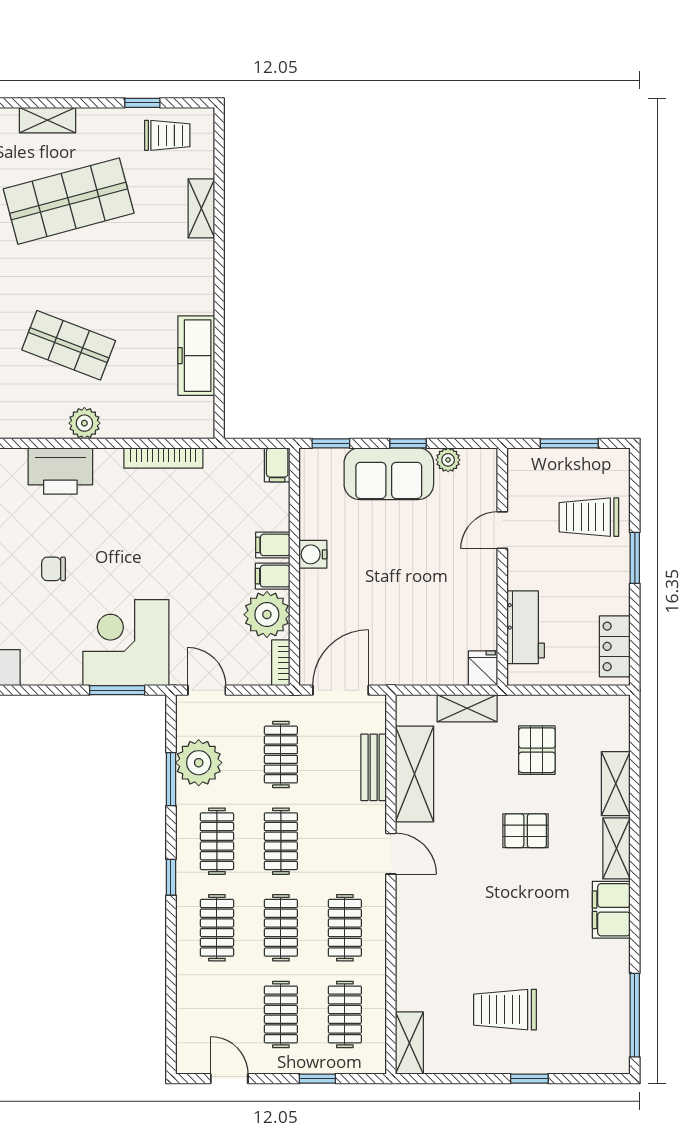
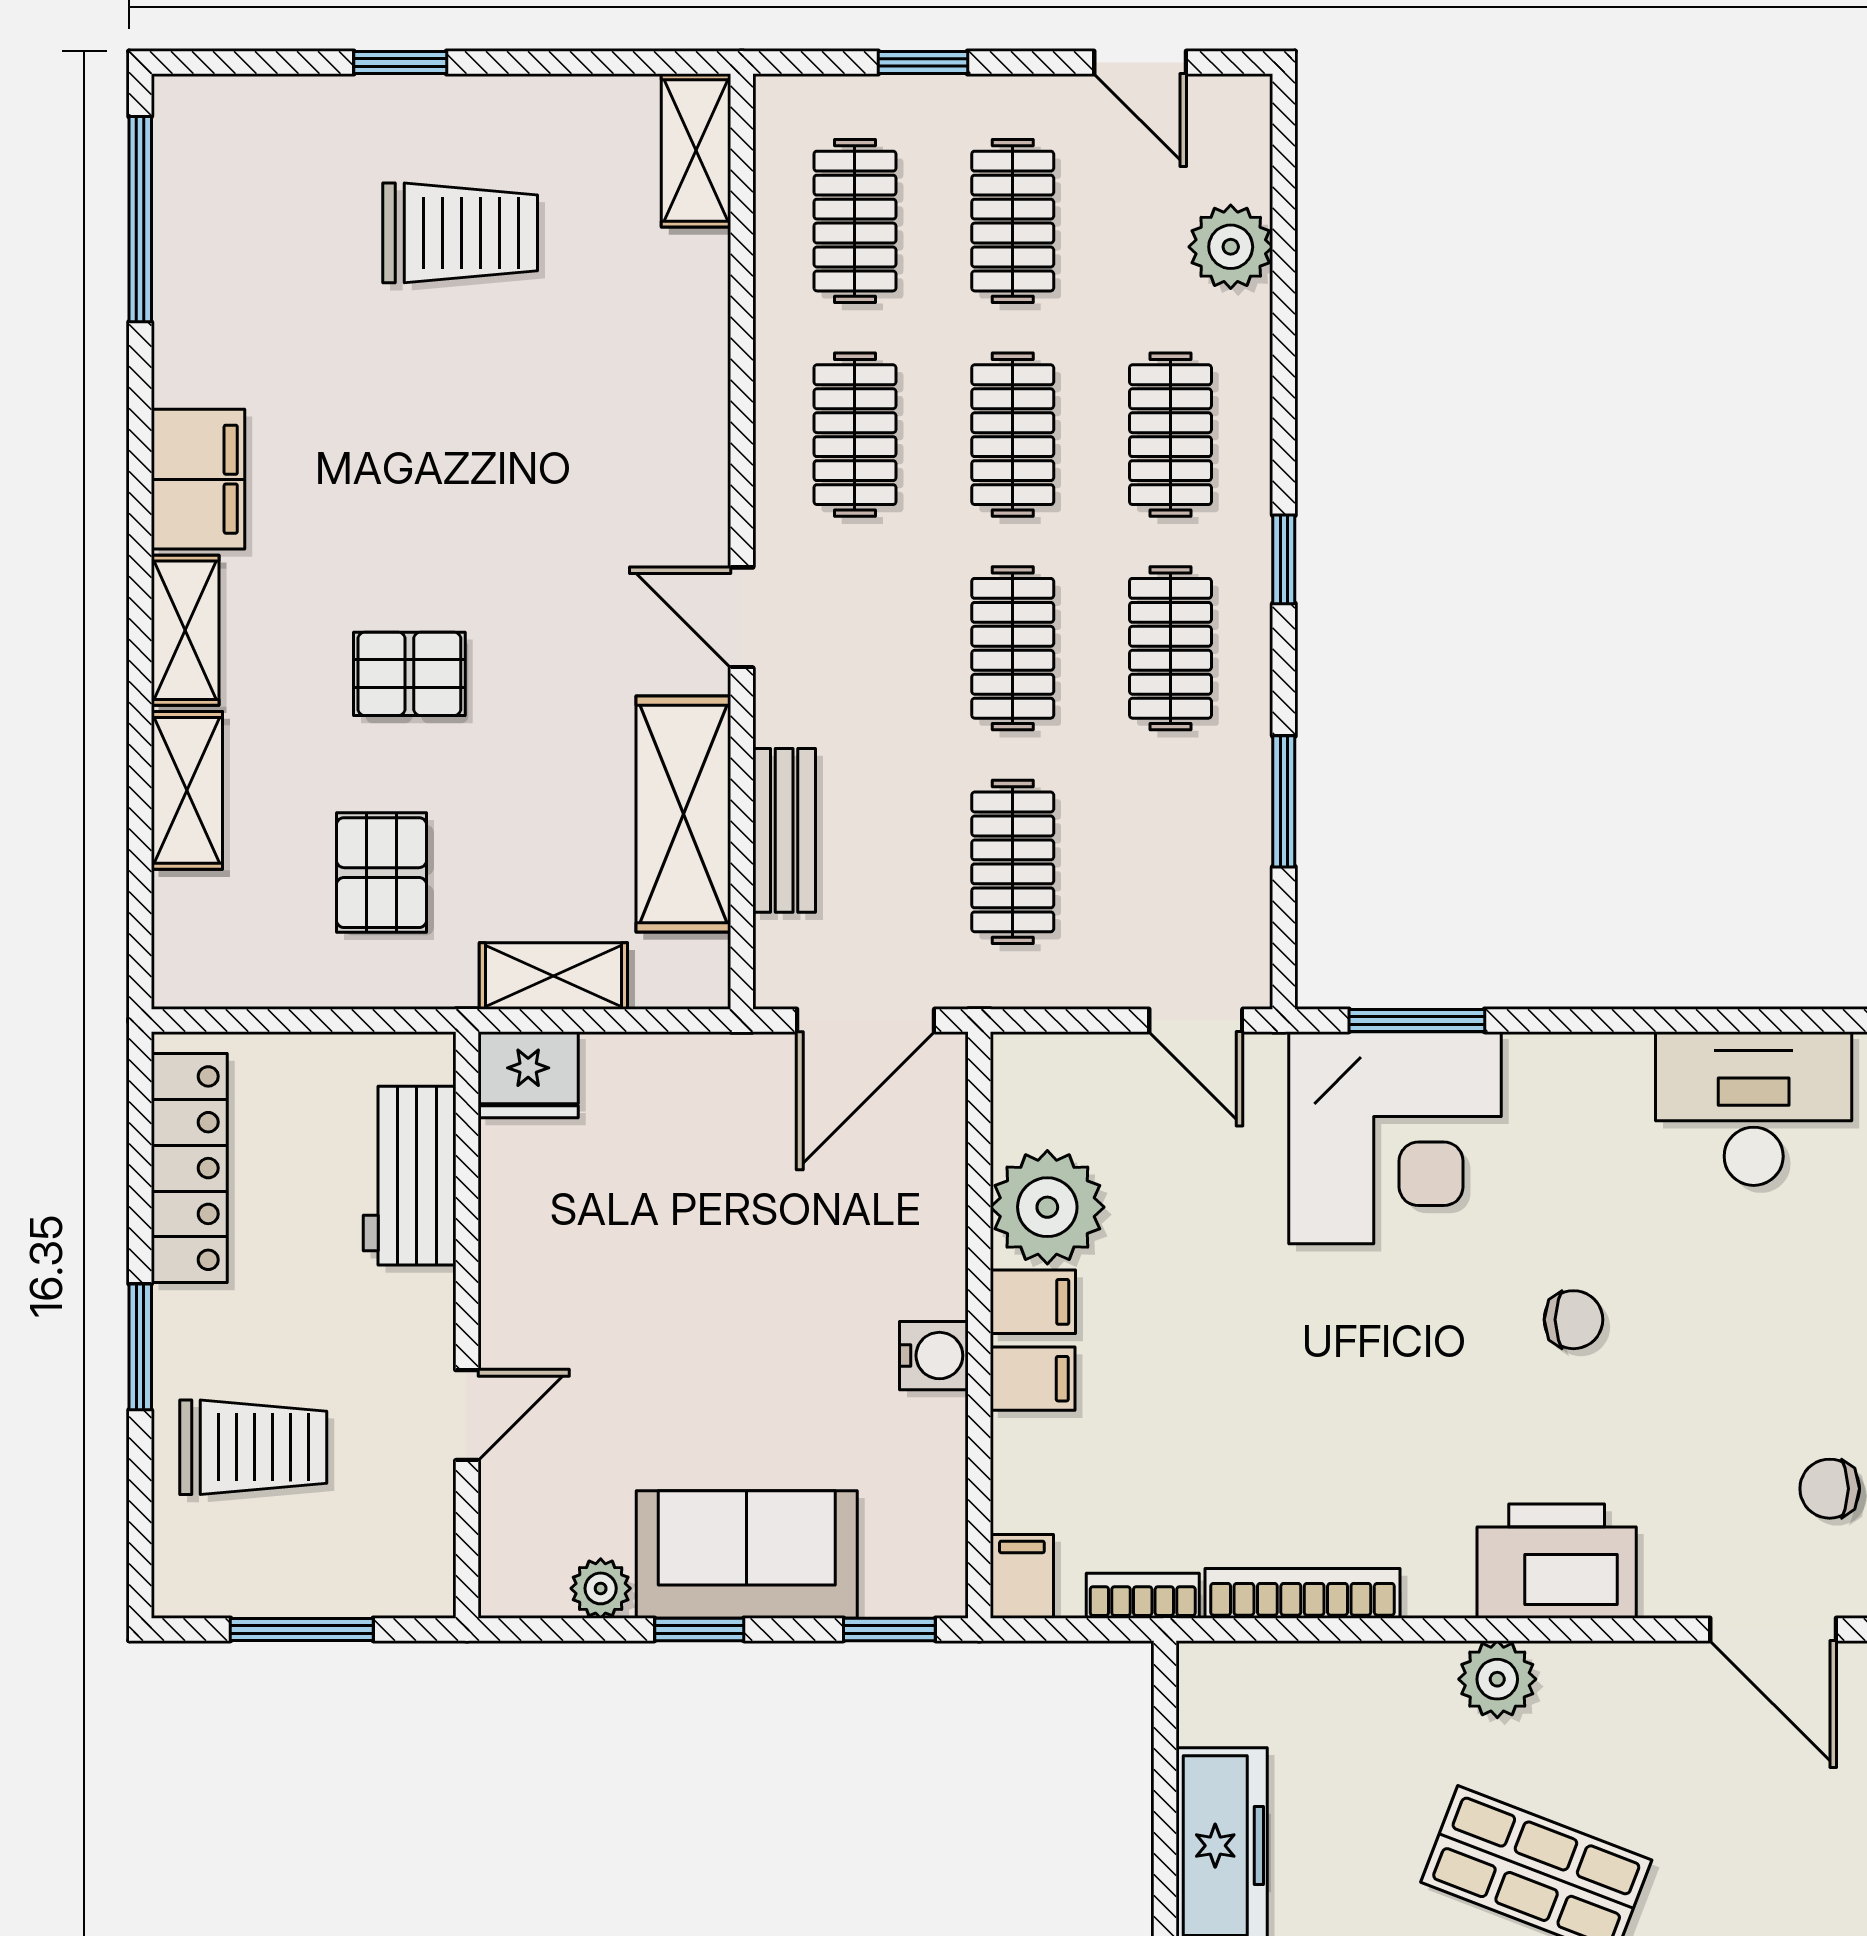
locker: (615, 646) -> (189, 1168), width x1.53
bookcase: (281, 663) -> (1143, 1596), moved, turned -90
fridge: (483, 668) -> (528, 1075), width x1.38
plant: (199, 763) -> (1231, 247), moved, width x0.73, depth x0.73

